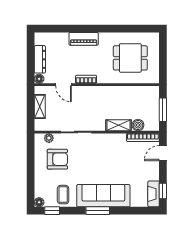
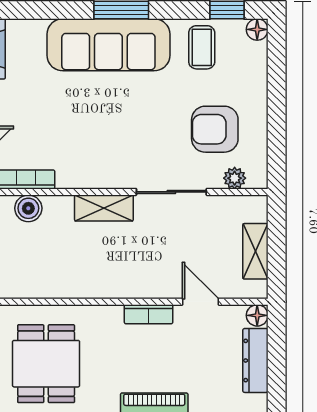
dining table: (130, 58) -> (46, 364), turned 90
shelving: (119, 125) -> (104, 208), moved

